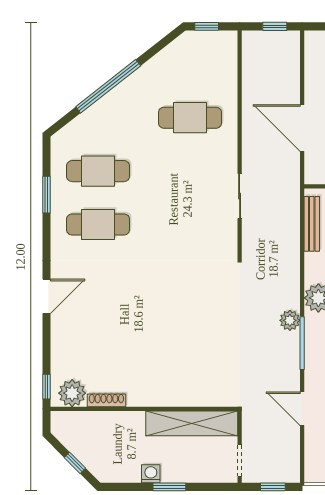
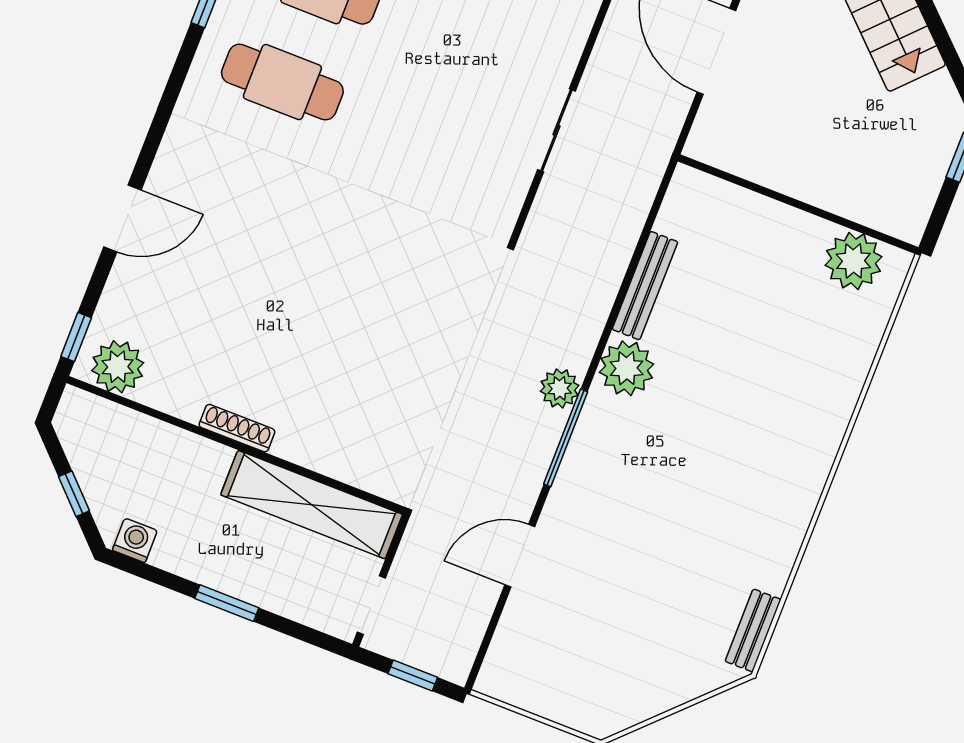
bench: (312, 224) -> (645, 286), moved
door: (46, 296) -> (122, 218), moved
shoe rack: (106, 400) -> (237, 428), moved
door: (302, 409) -> (520, 556), hinge flipped
washing machine: (151, 474) -> (135, 540), moved

